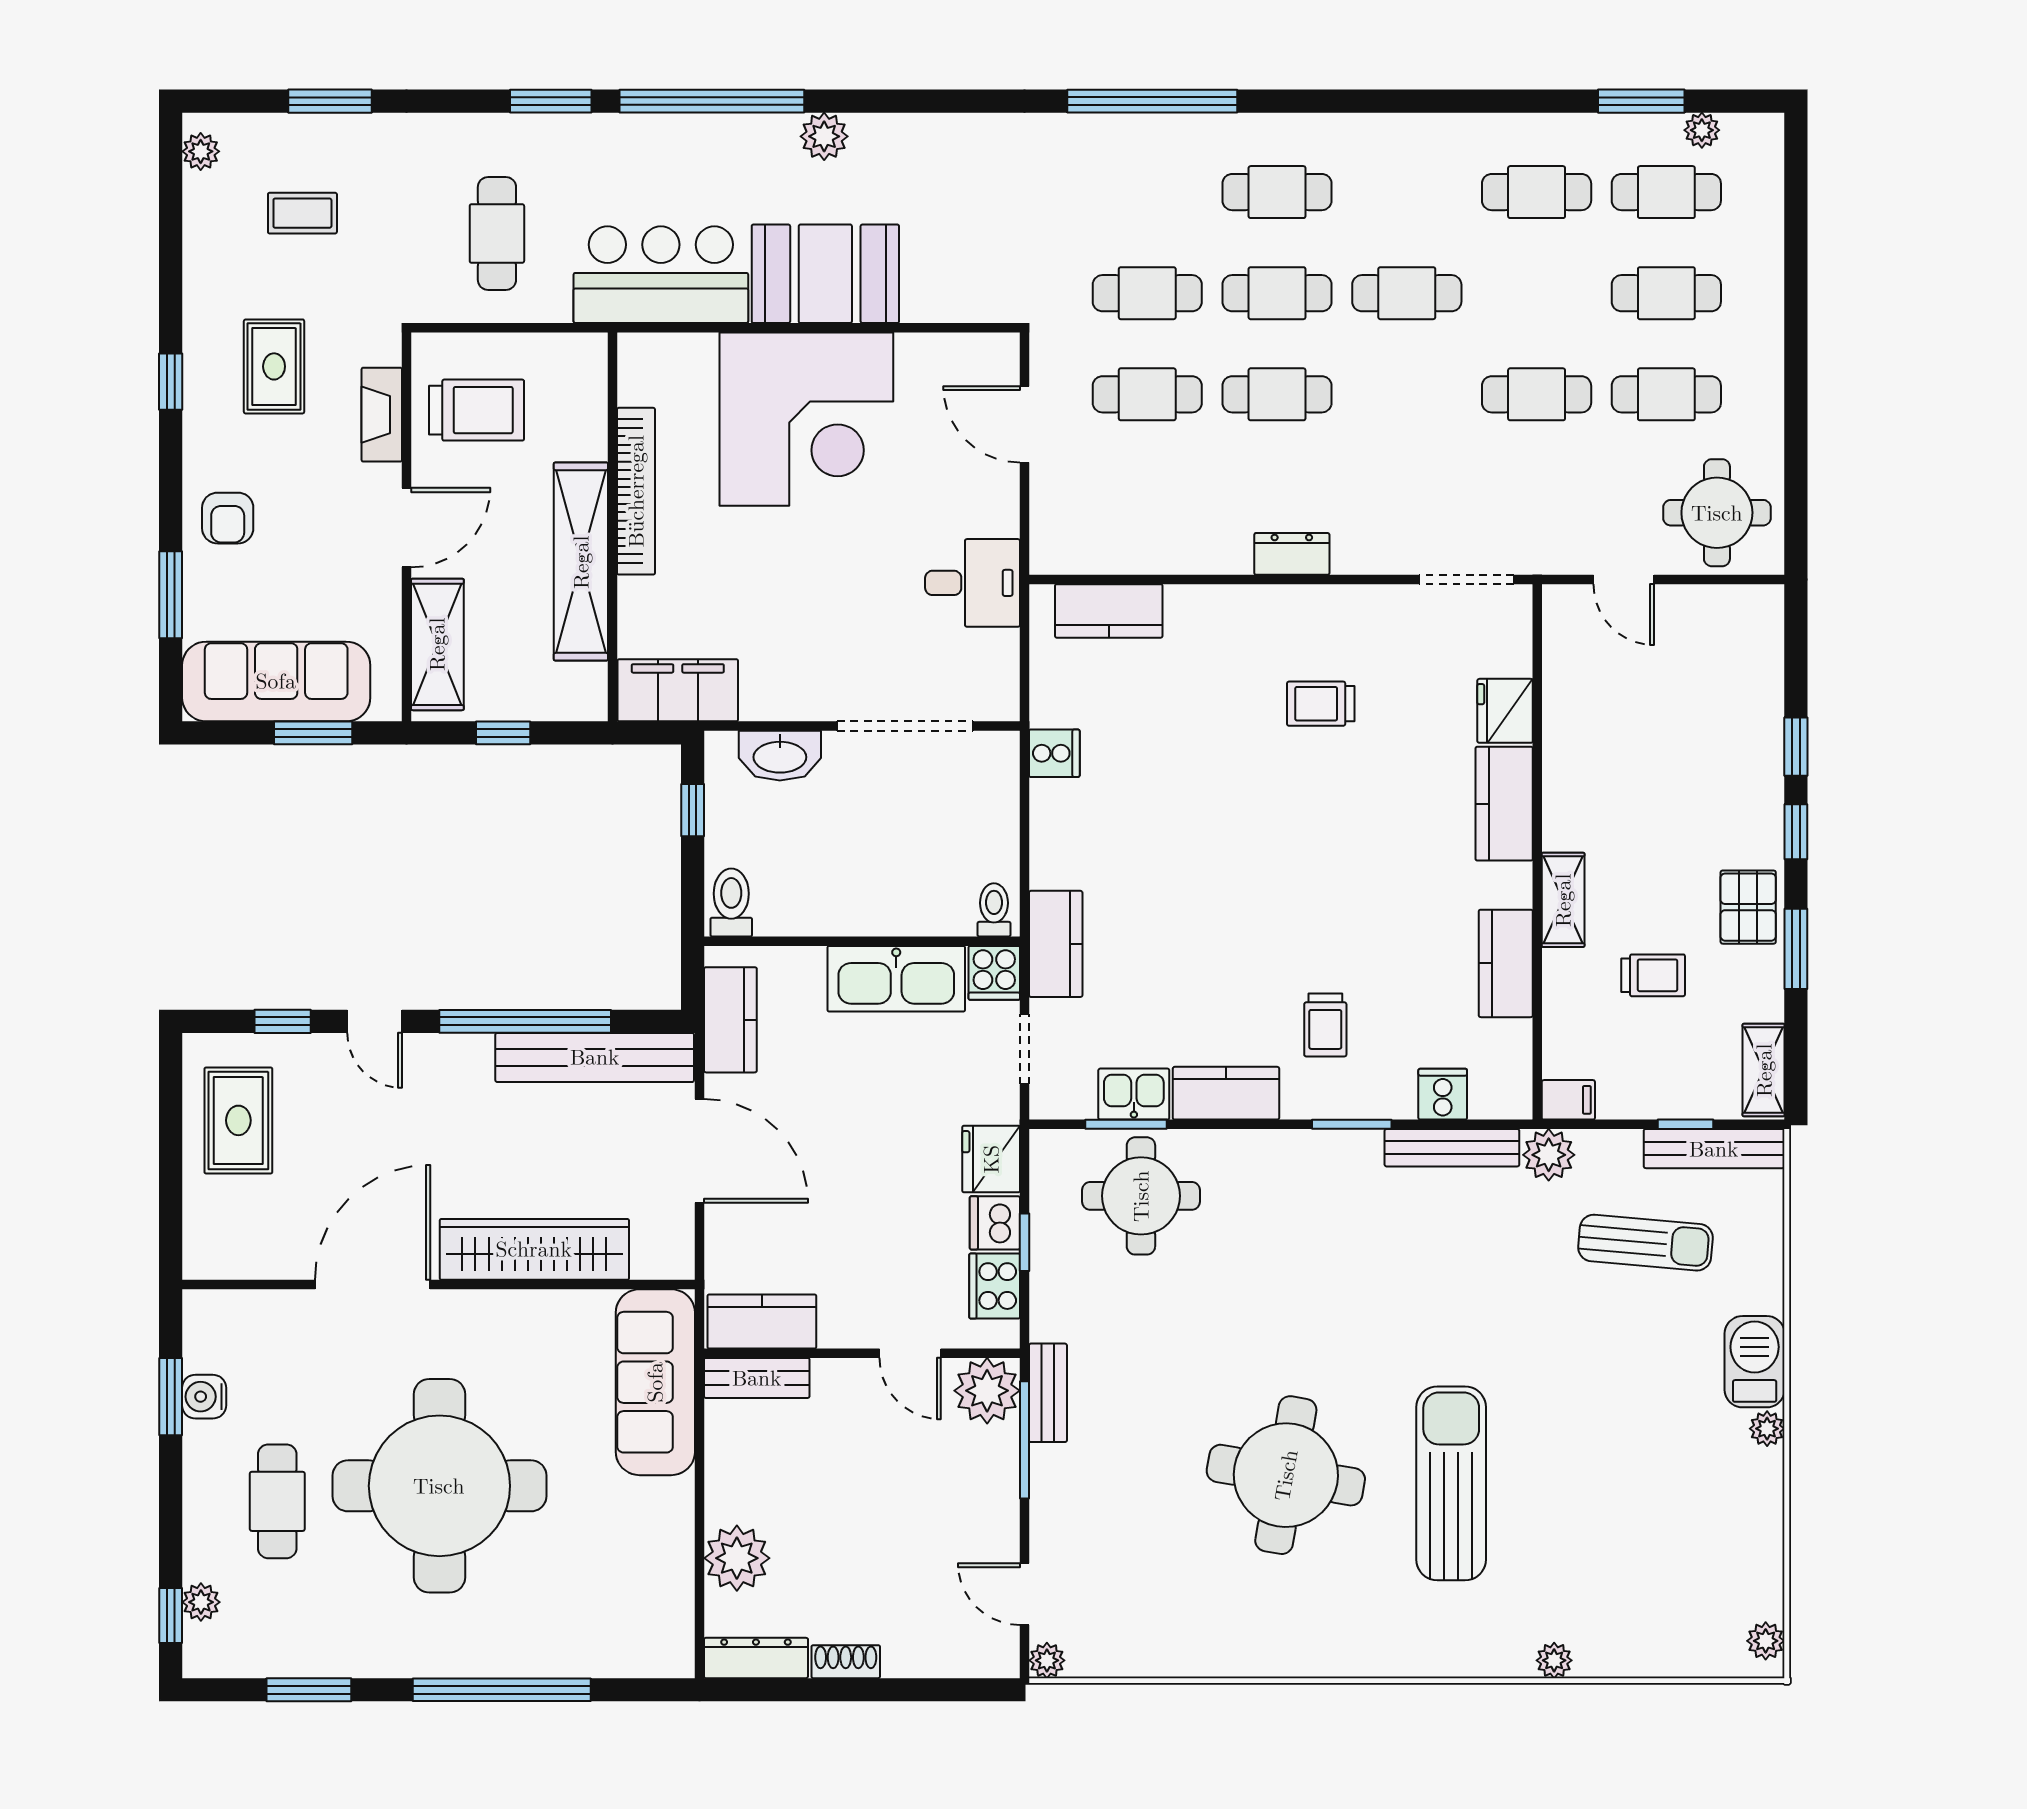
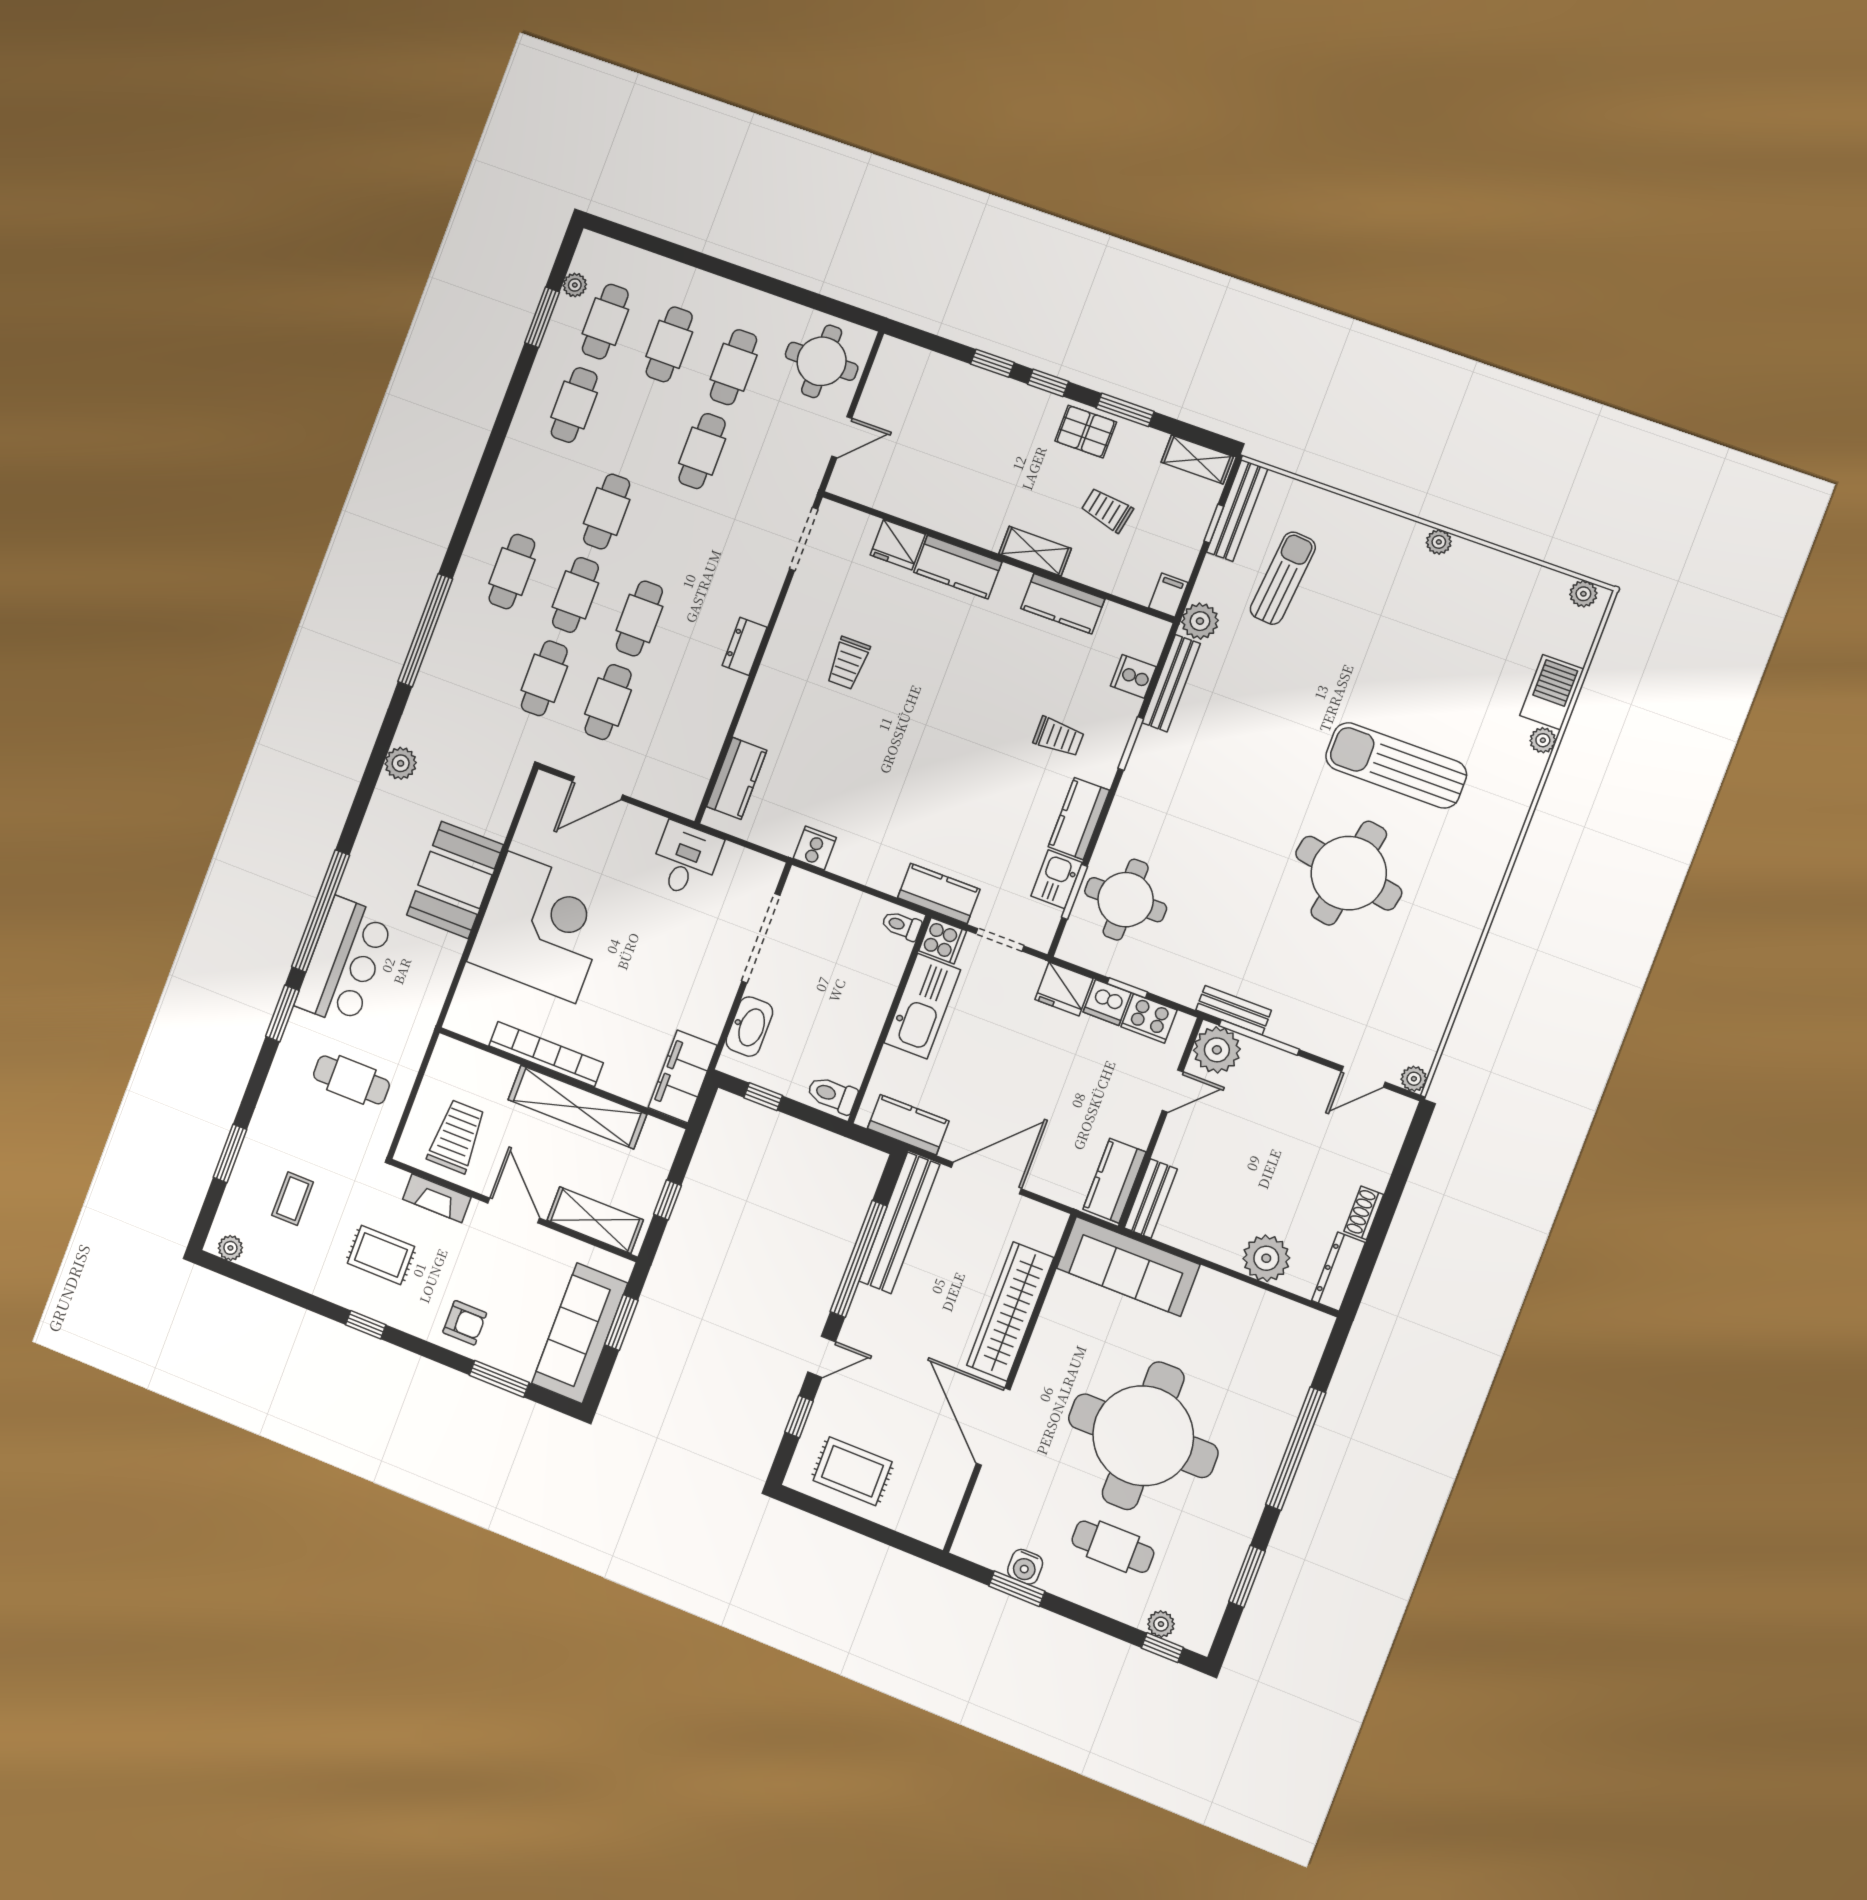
plant: (824, 136) -> (401, 763), moved
bar counter: (661, 275) -> (344, 962), moved, turned 180
trolley: (1653, 975) -> (1107, 510), turned -79
barbecue: (1755, 1362) -> (1552, 692), moved, turned 90

